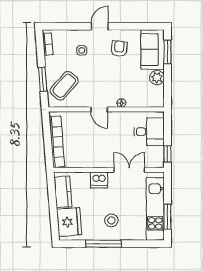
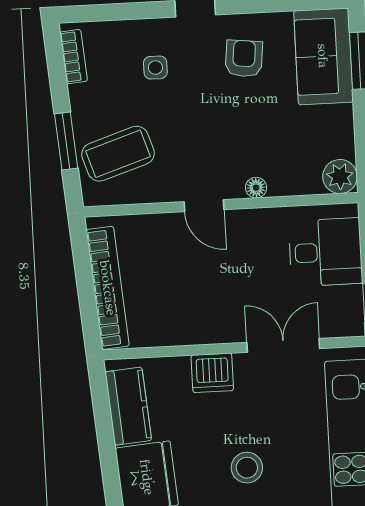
plant: (157, 78) -> (340, 177), moved
coffee table: (64, 86) -> (118, 154), turned 31

